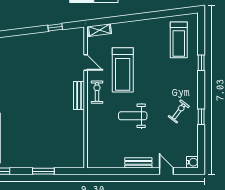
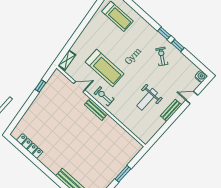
window: (201, 63) -> (164, 33), moved
weight bench: (133, 116) -> (147, 99), moved

